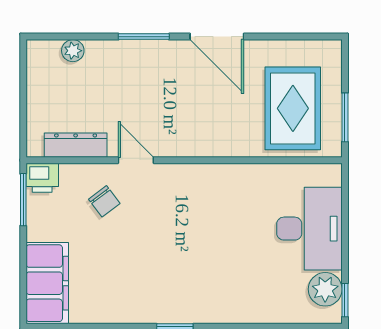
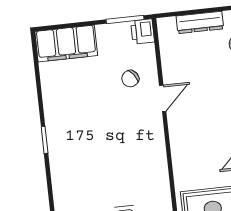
dresser: (76, 145) -> (200, 22), moved, turned 90

